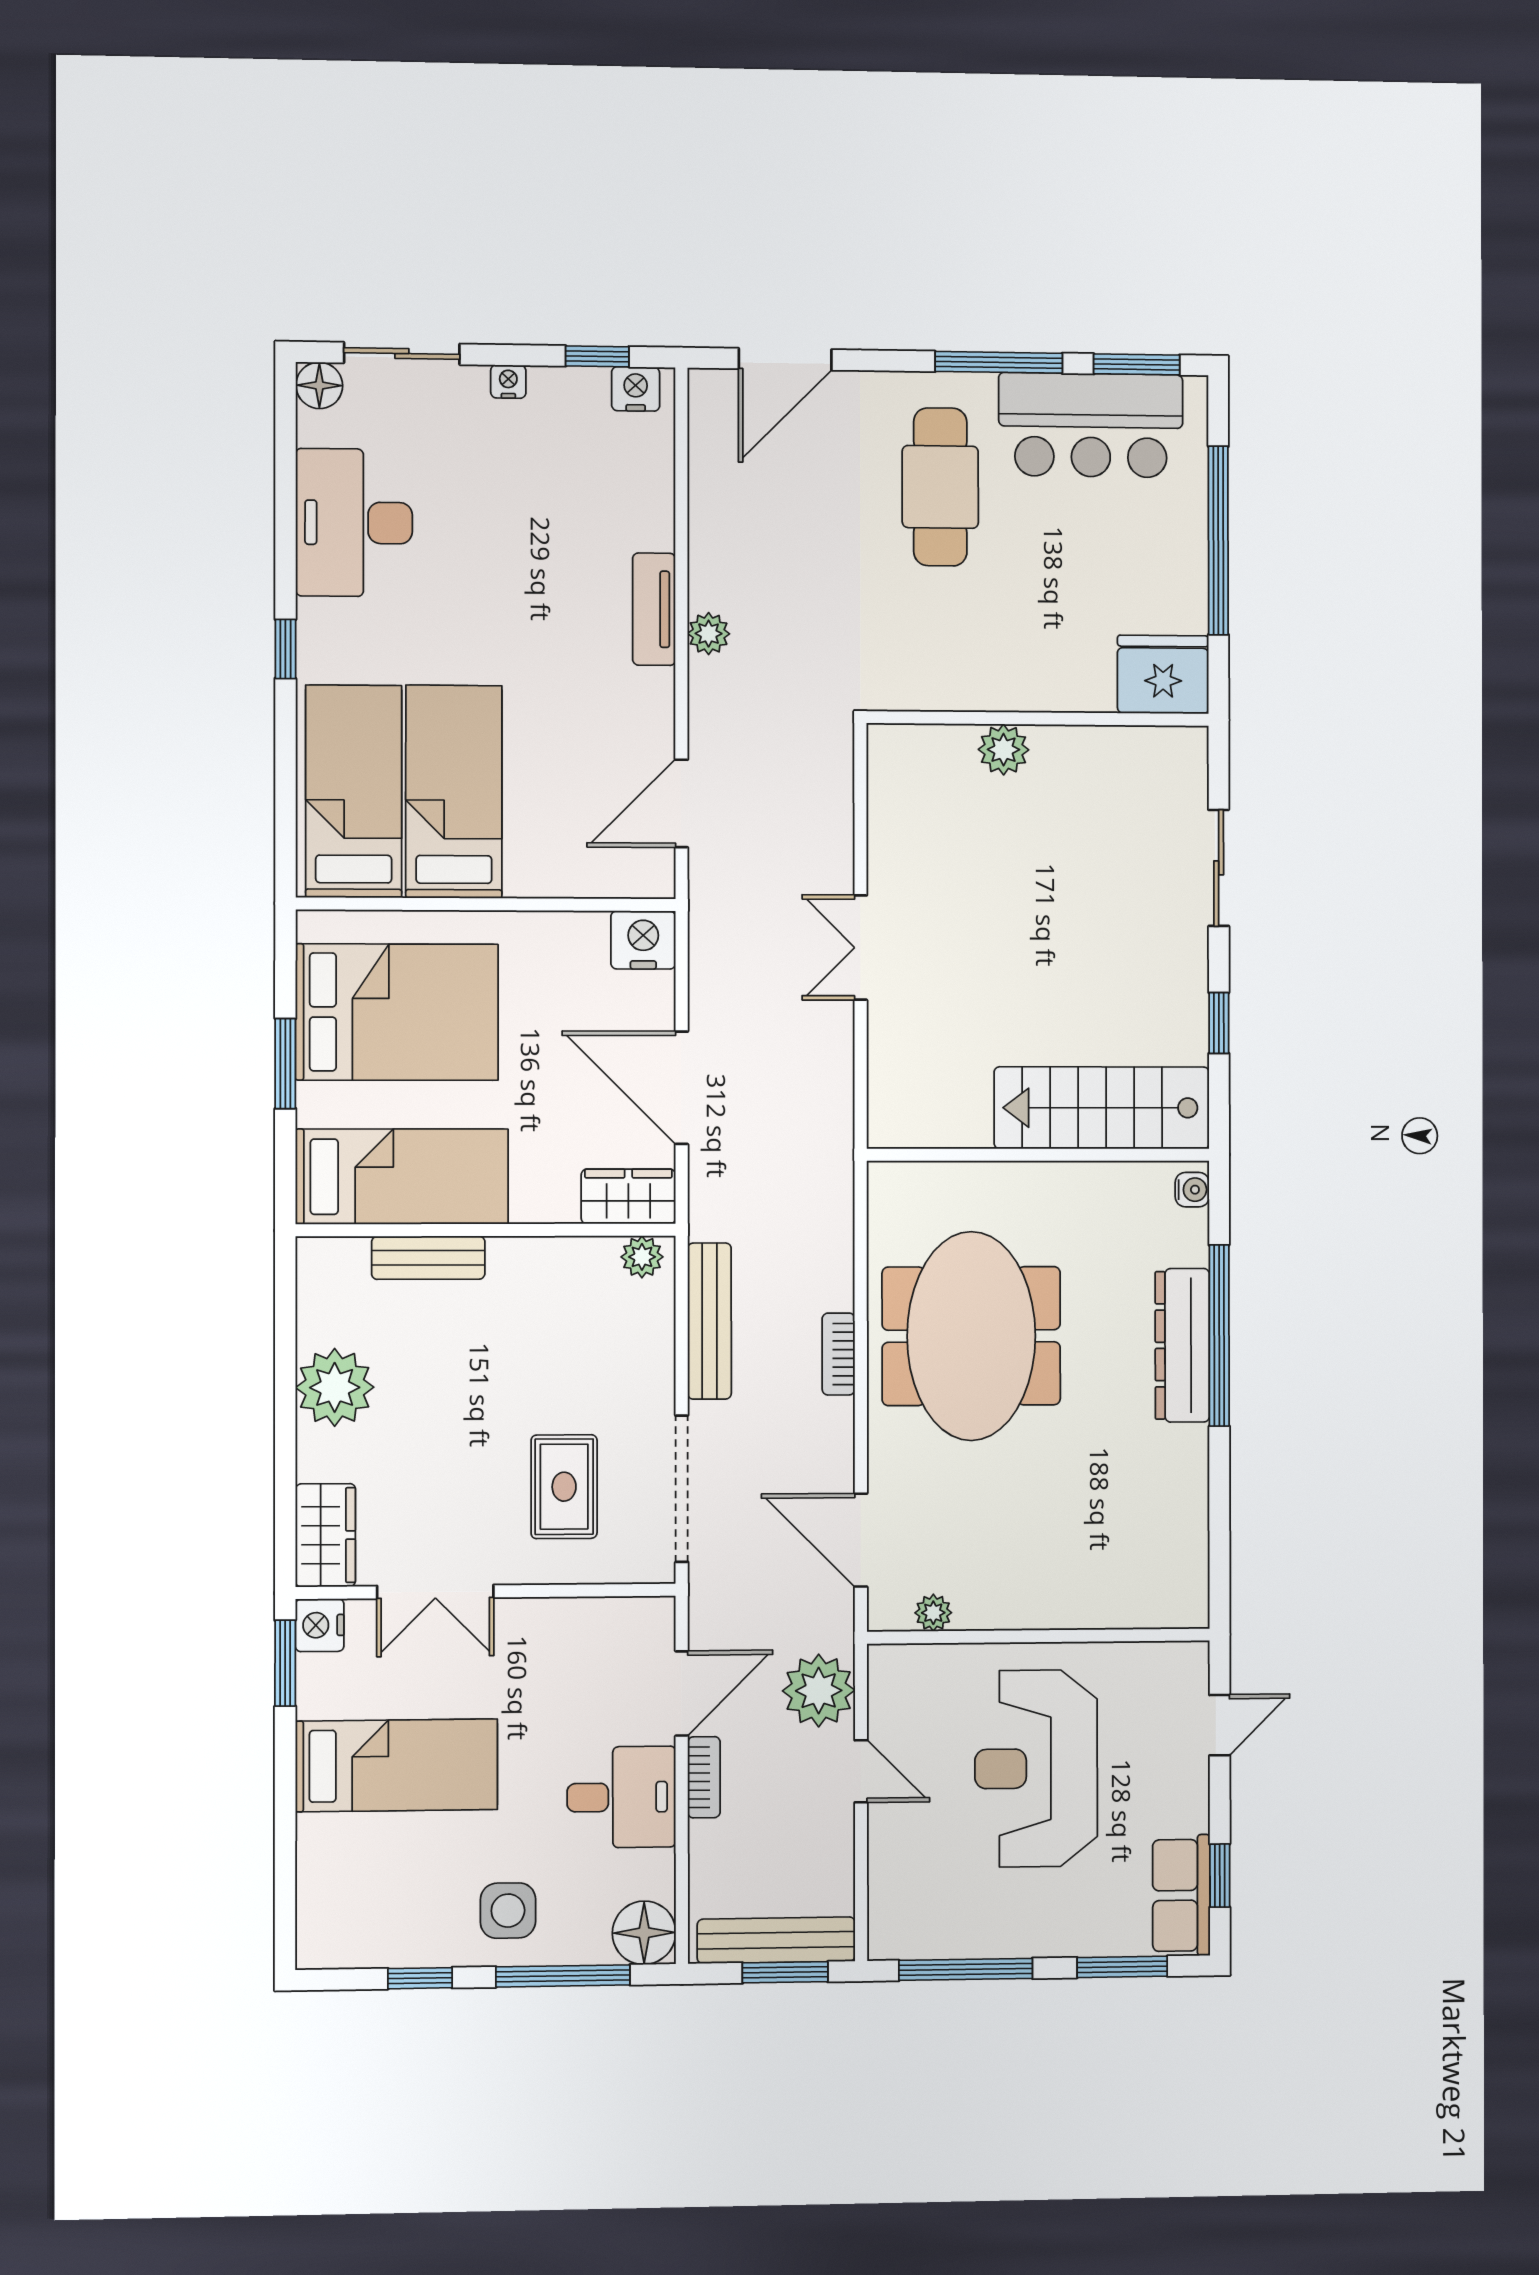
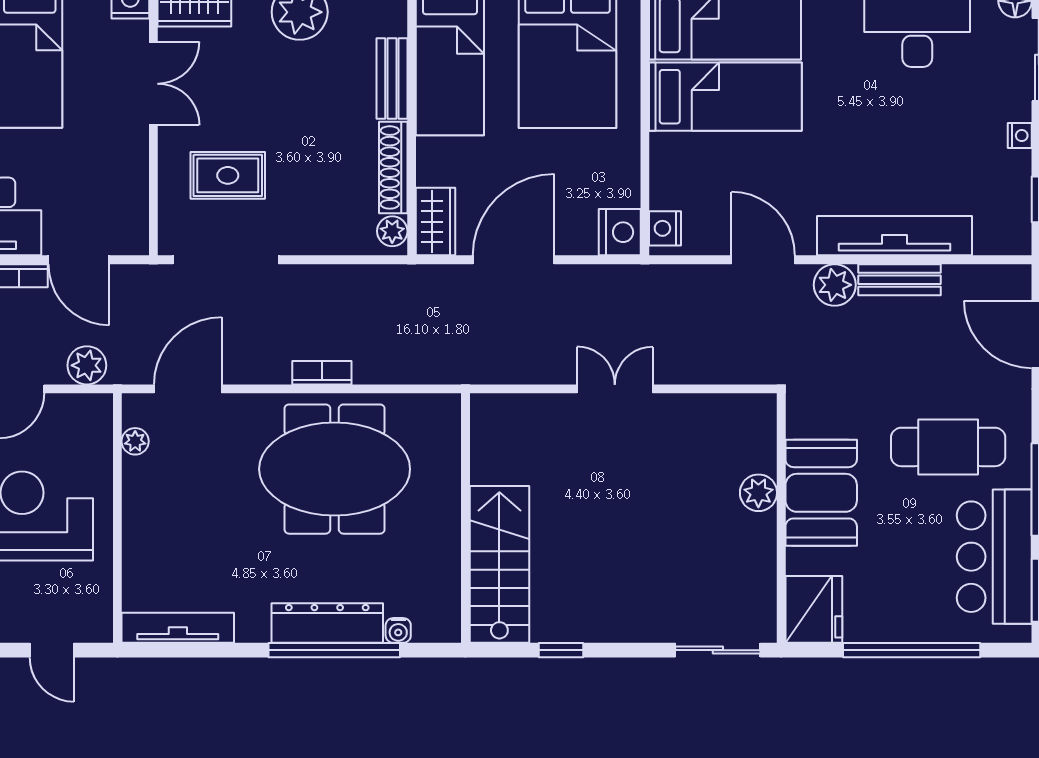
nightstand: (636, 389) -> (665, 228), moved, turned 180
tv unit: (654, 609) -> (895, 236), width x1.92, depth x1.29
plant: (709, 634) -> (835, 285), width x1.38, depth x1.38
booth: (1003, 663) -> (821, 493), added
door: (681, 803) -> (763, 260), moved
sliding door: (1219, 868) -> (718, 650), moved
water cooler: (1192, 1190) -> (398, 630), moved
shoe rack: (553, 1256) -> (393, 167), added
bench: (709, 1321) -> (900, 280), moved, width x0.73
tv unit: (1189, 1551) -> (178, 628), added
double door: (435, 1592) -> (153, 84), swing flipped
plant: (819, 1691) -> (87, 365), width x0.73, depth x0.73

